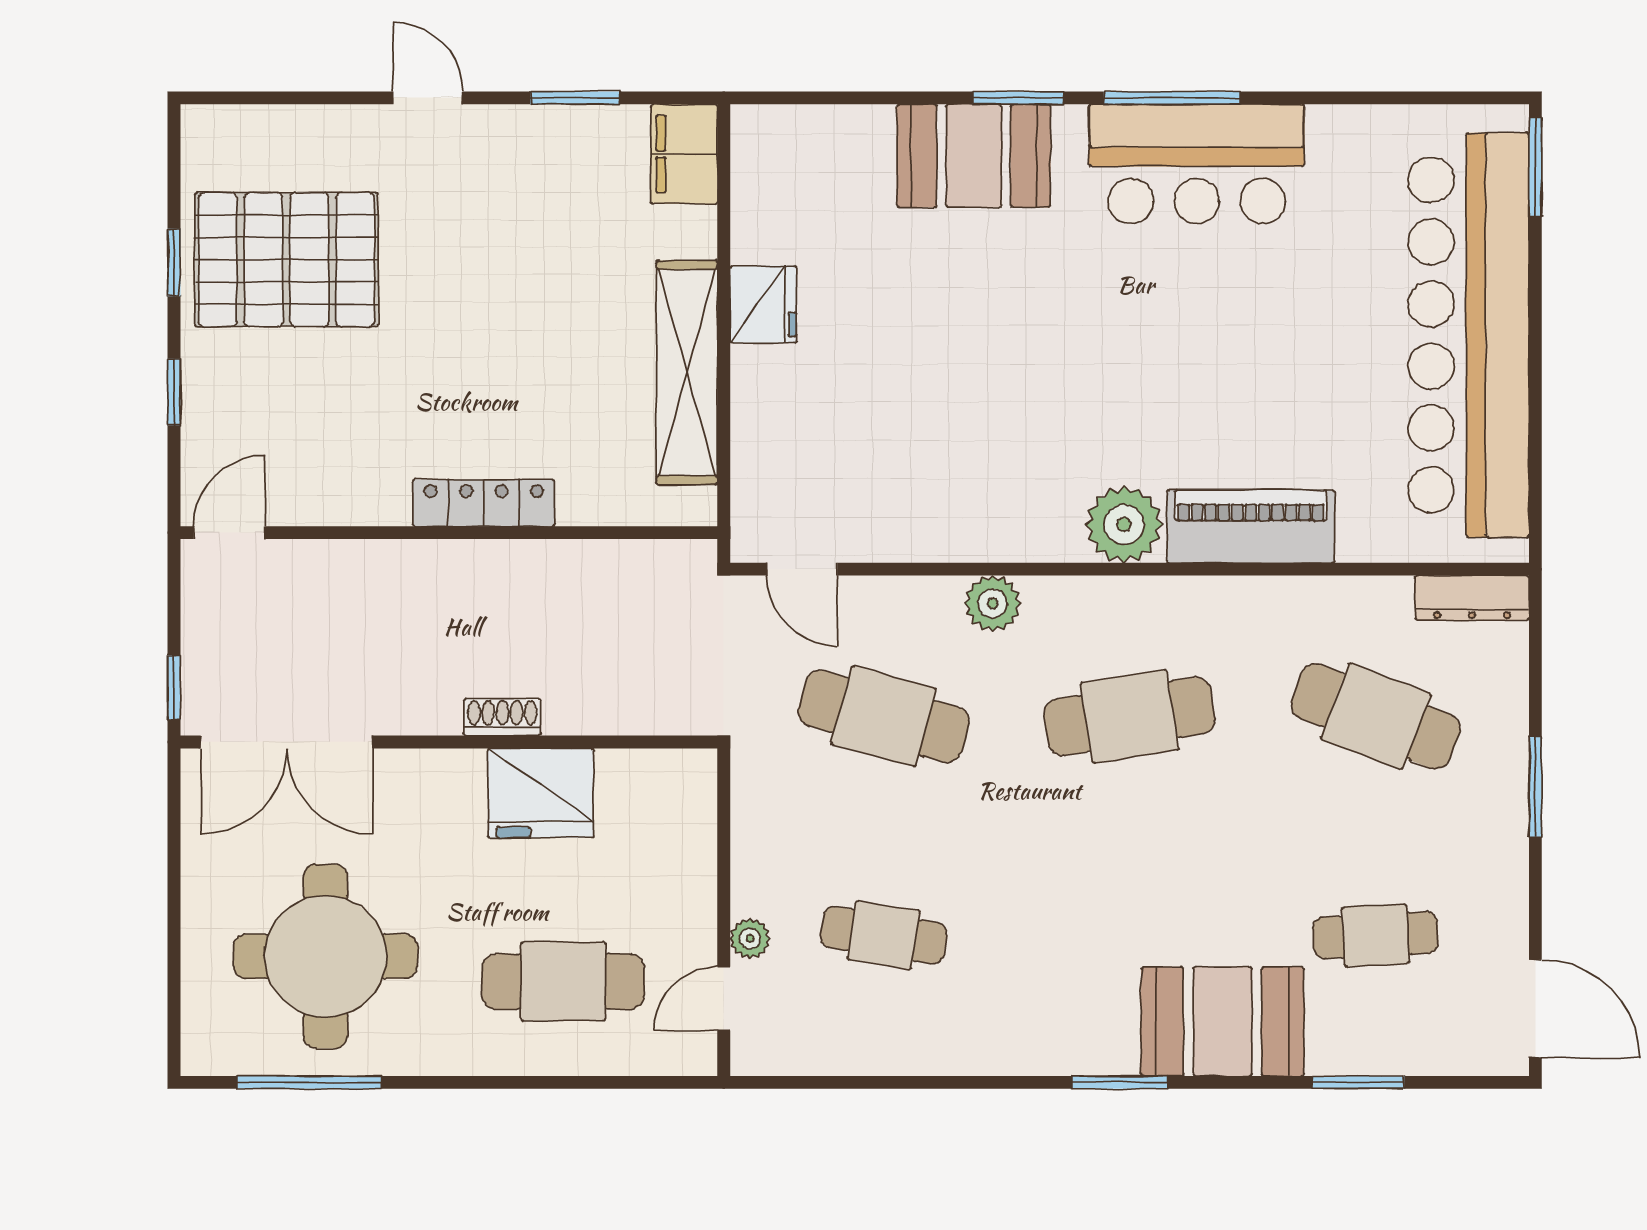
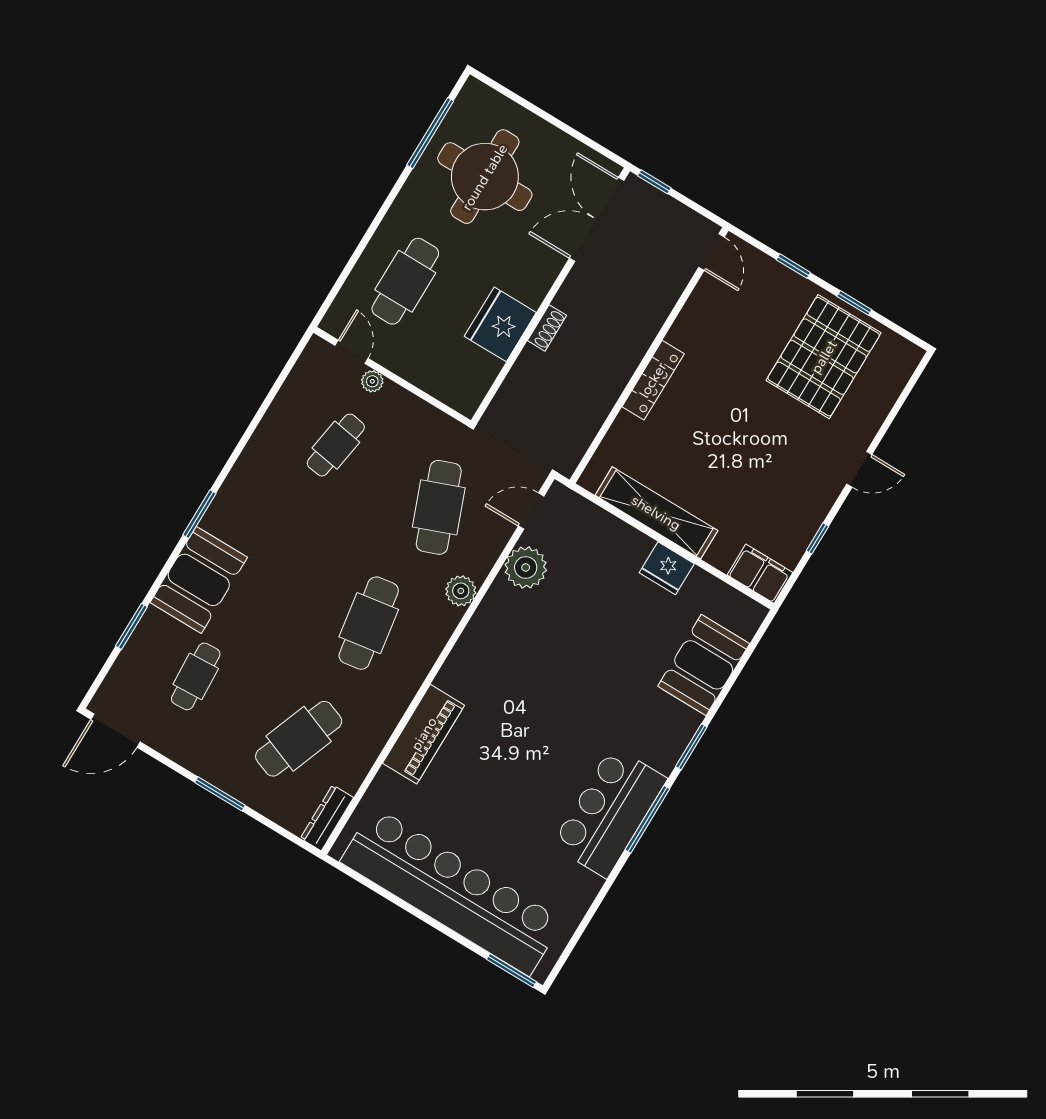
window: (575, 98) -> (817, 538), width x0.67
booth: (974, 156) -> (704, 665), moved
plant: (1124, 524) -> (526, 568), moved
cafe table: (884, 716) -> (439, 507), turned -36

